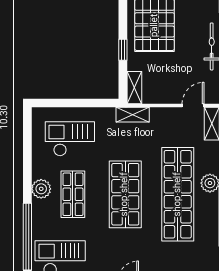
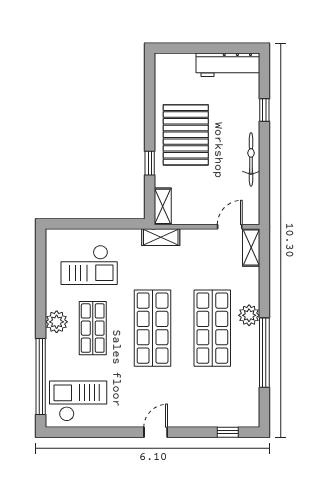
checkout: (70, 139) -> (89, 265), turned 180
shop shelf: (178, 194) -> (212, 328), width x0.71

